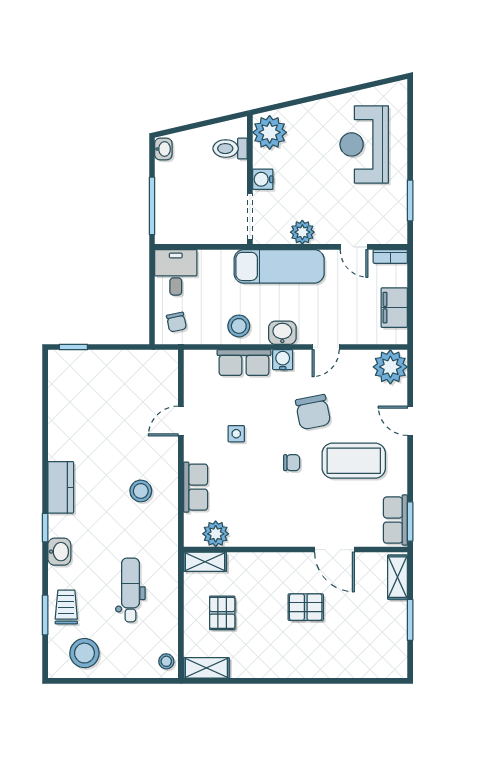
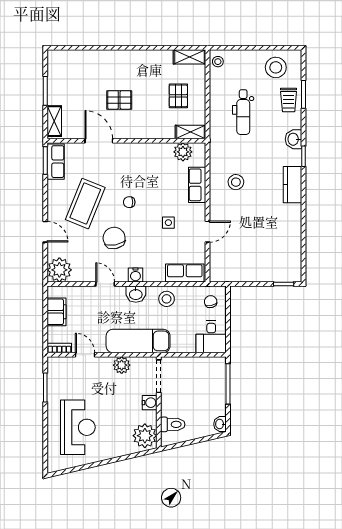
door: (326, 347) -> (105, 284), hinge flipped
row of seats: (244, 363) -> (185, 273), moved
coffee table: (354, 461) -> (85, 204), turned -68

